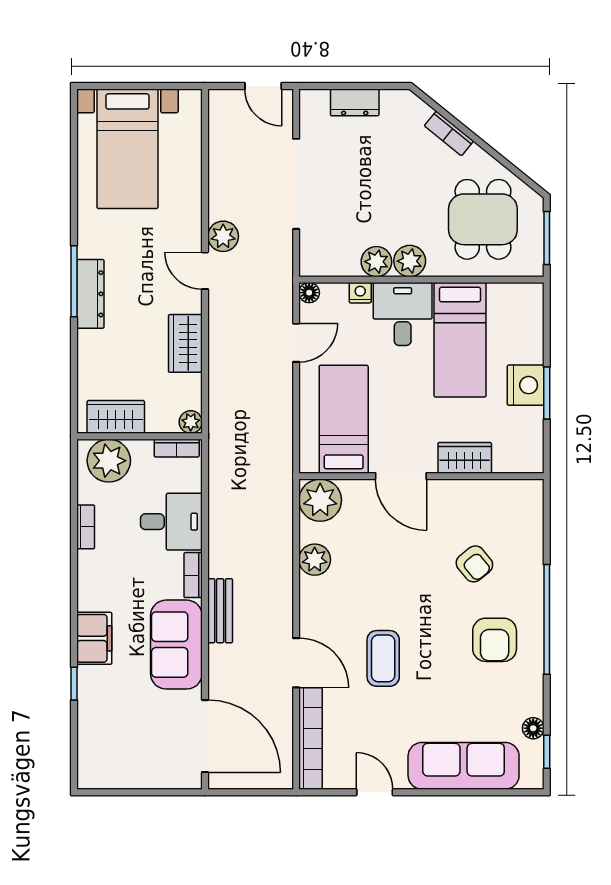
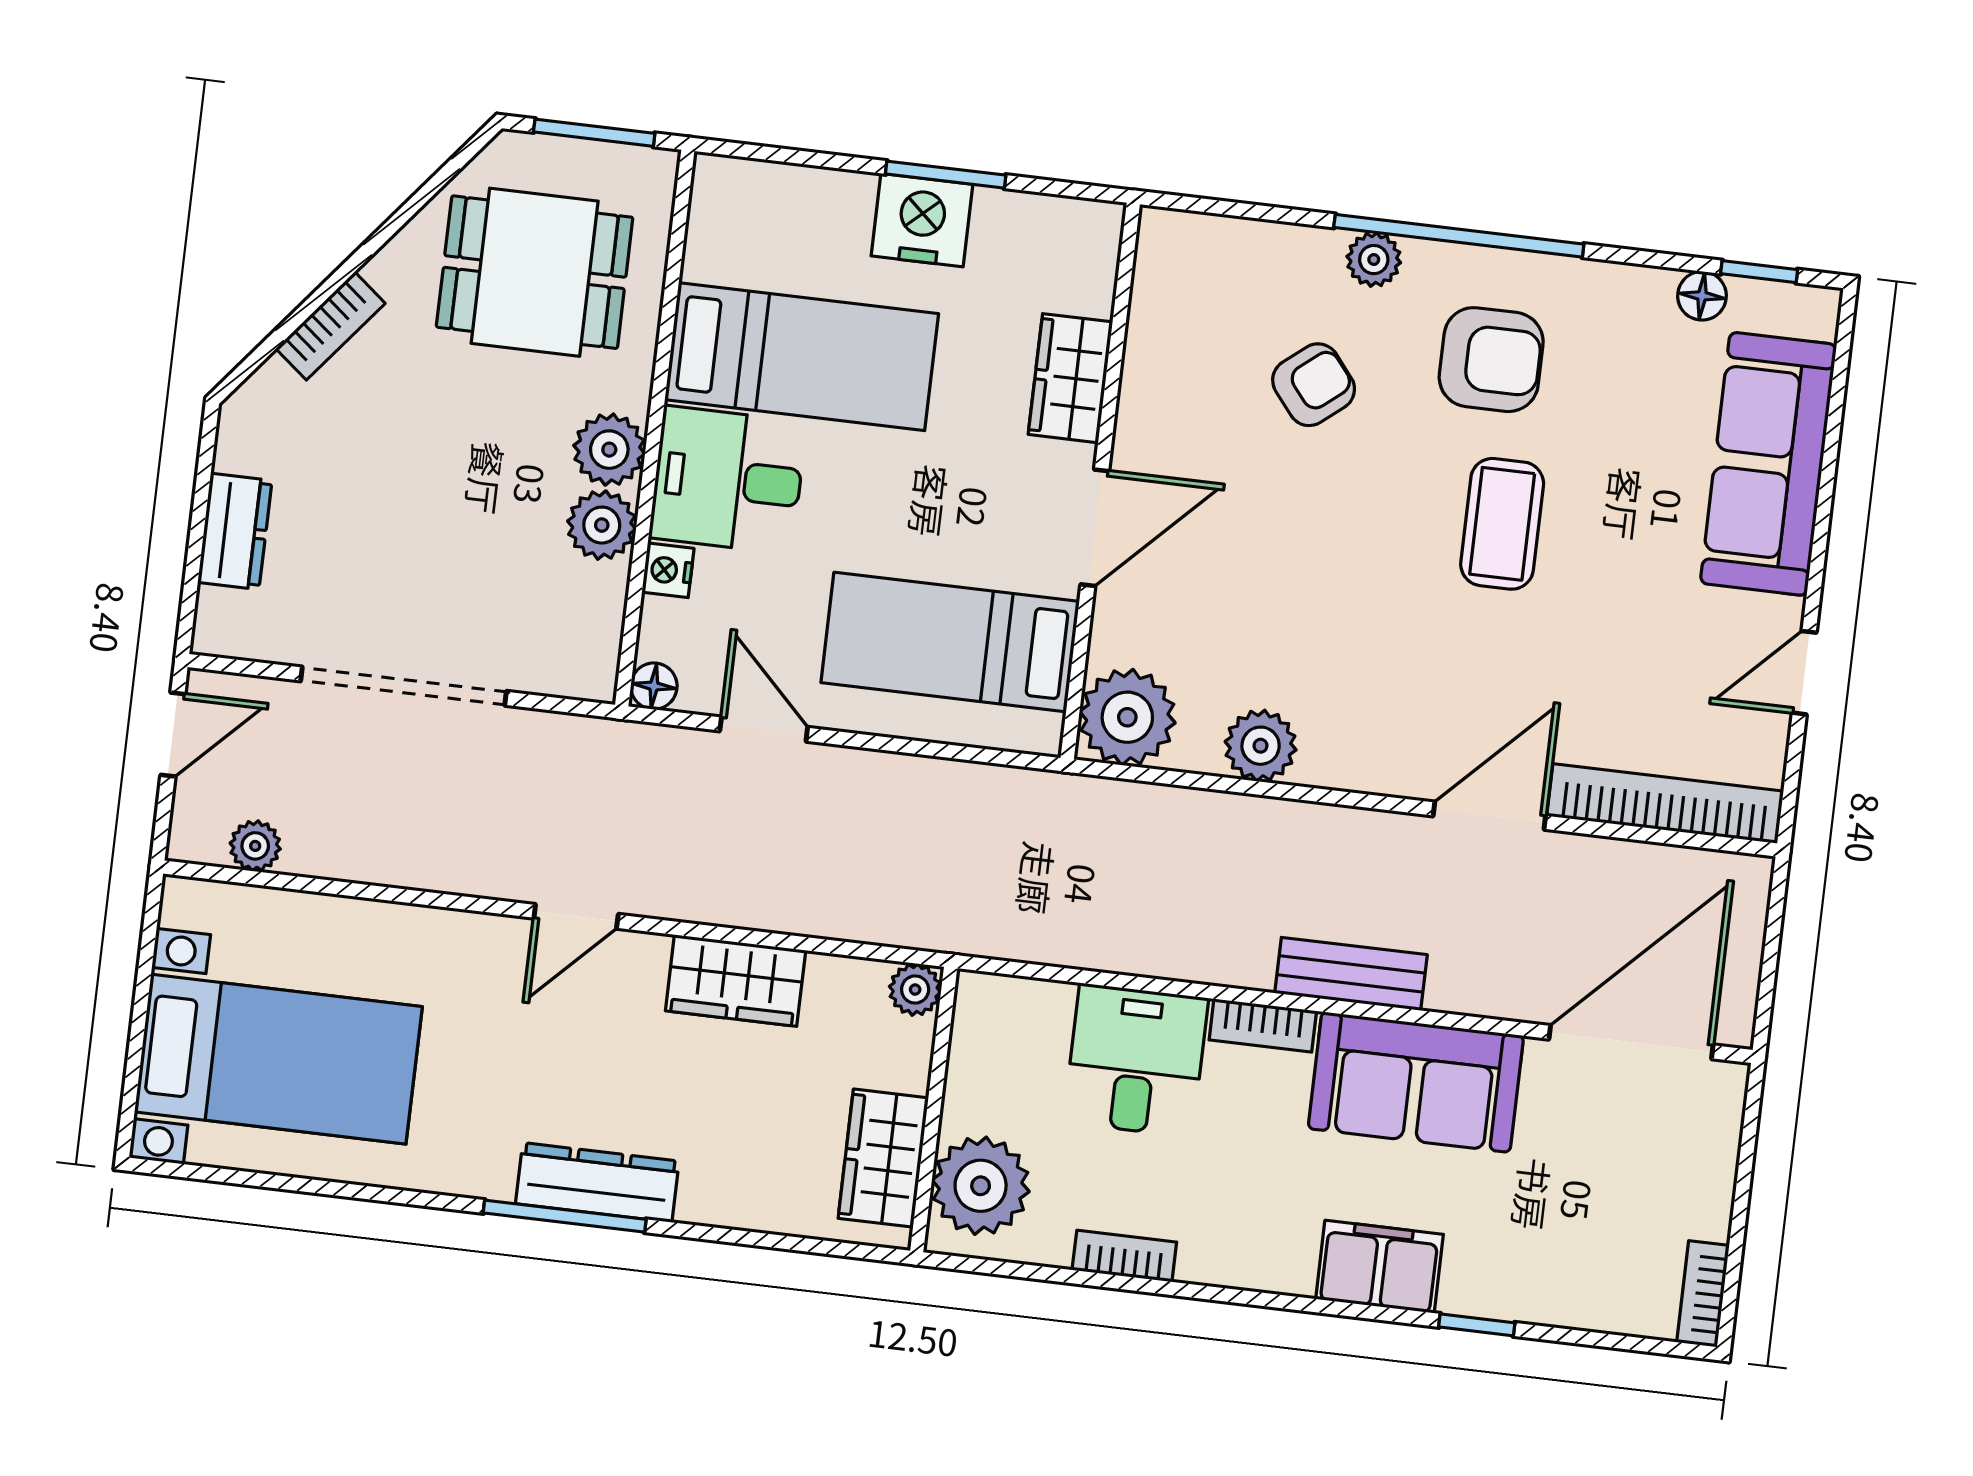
plant: (223, 236) -> (255, 846), moved, width x0.73, depth x0.73
bookcase: (177, 448) -> (1703, 1294), moved, turned 180
plant: (532, 584) -> (1374, 260), added
coffee table: (383, 658) -> (1502, 524), moved, turned 90

